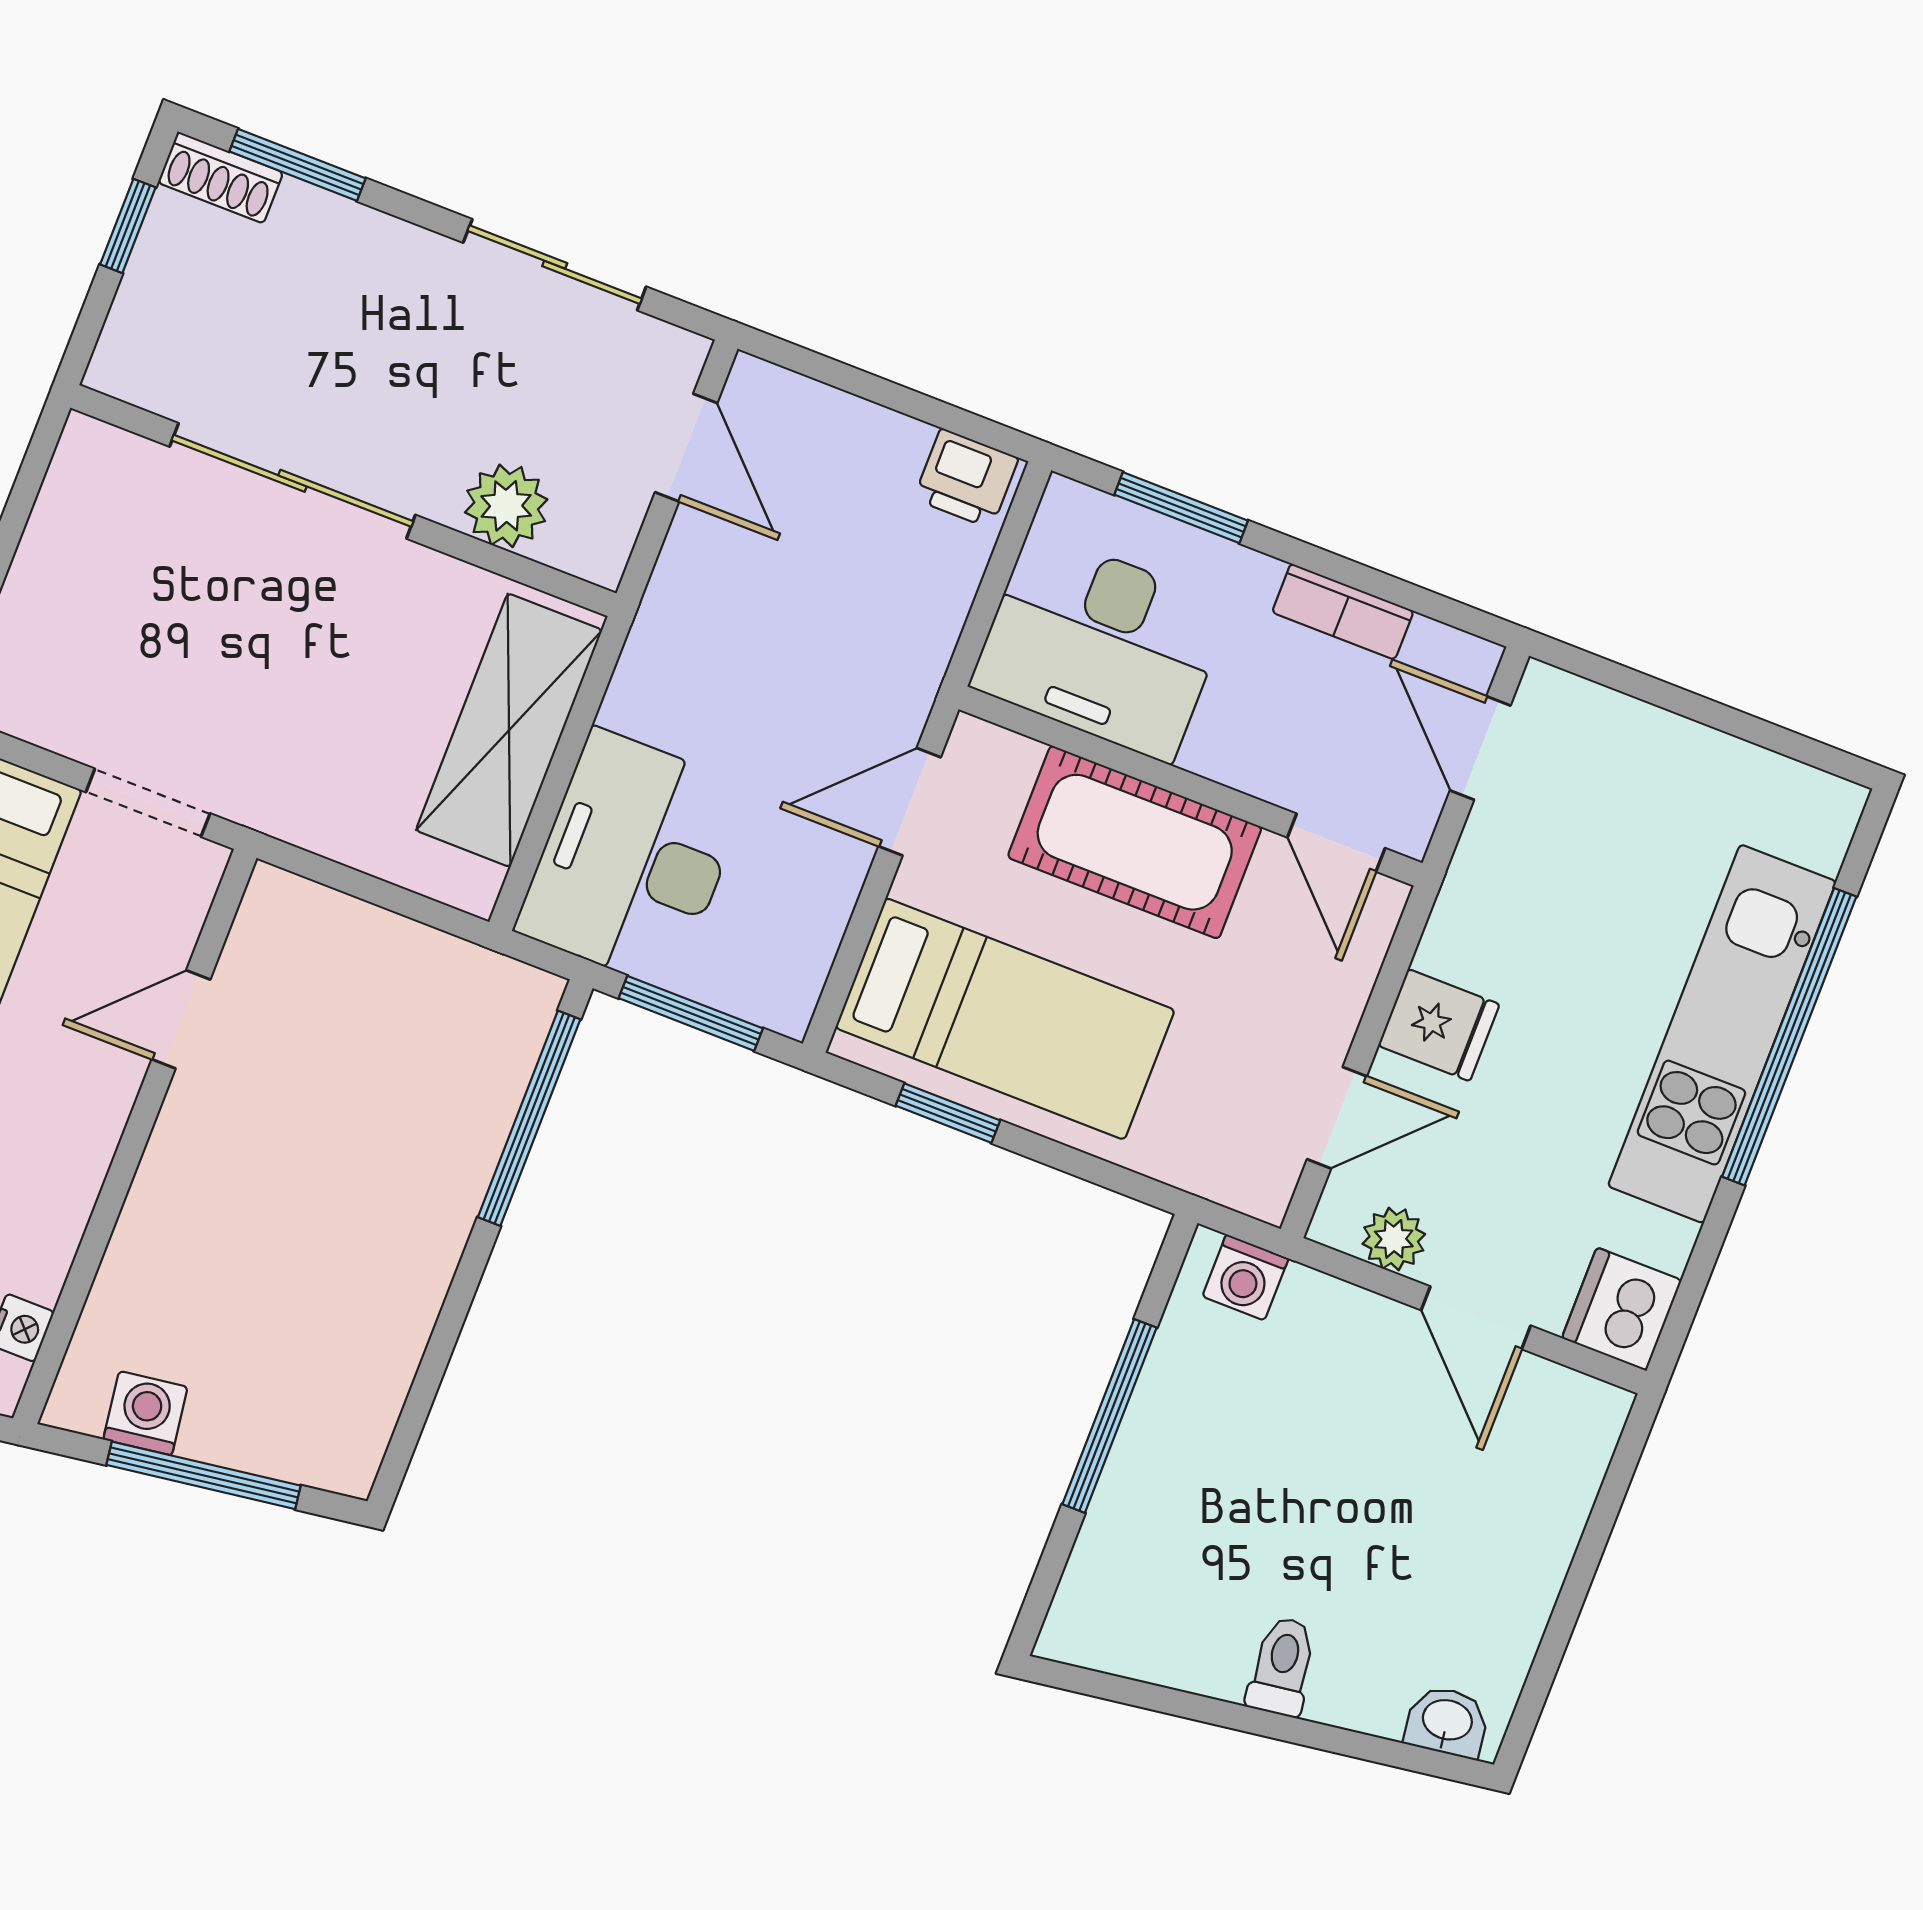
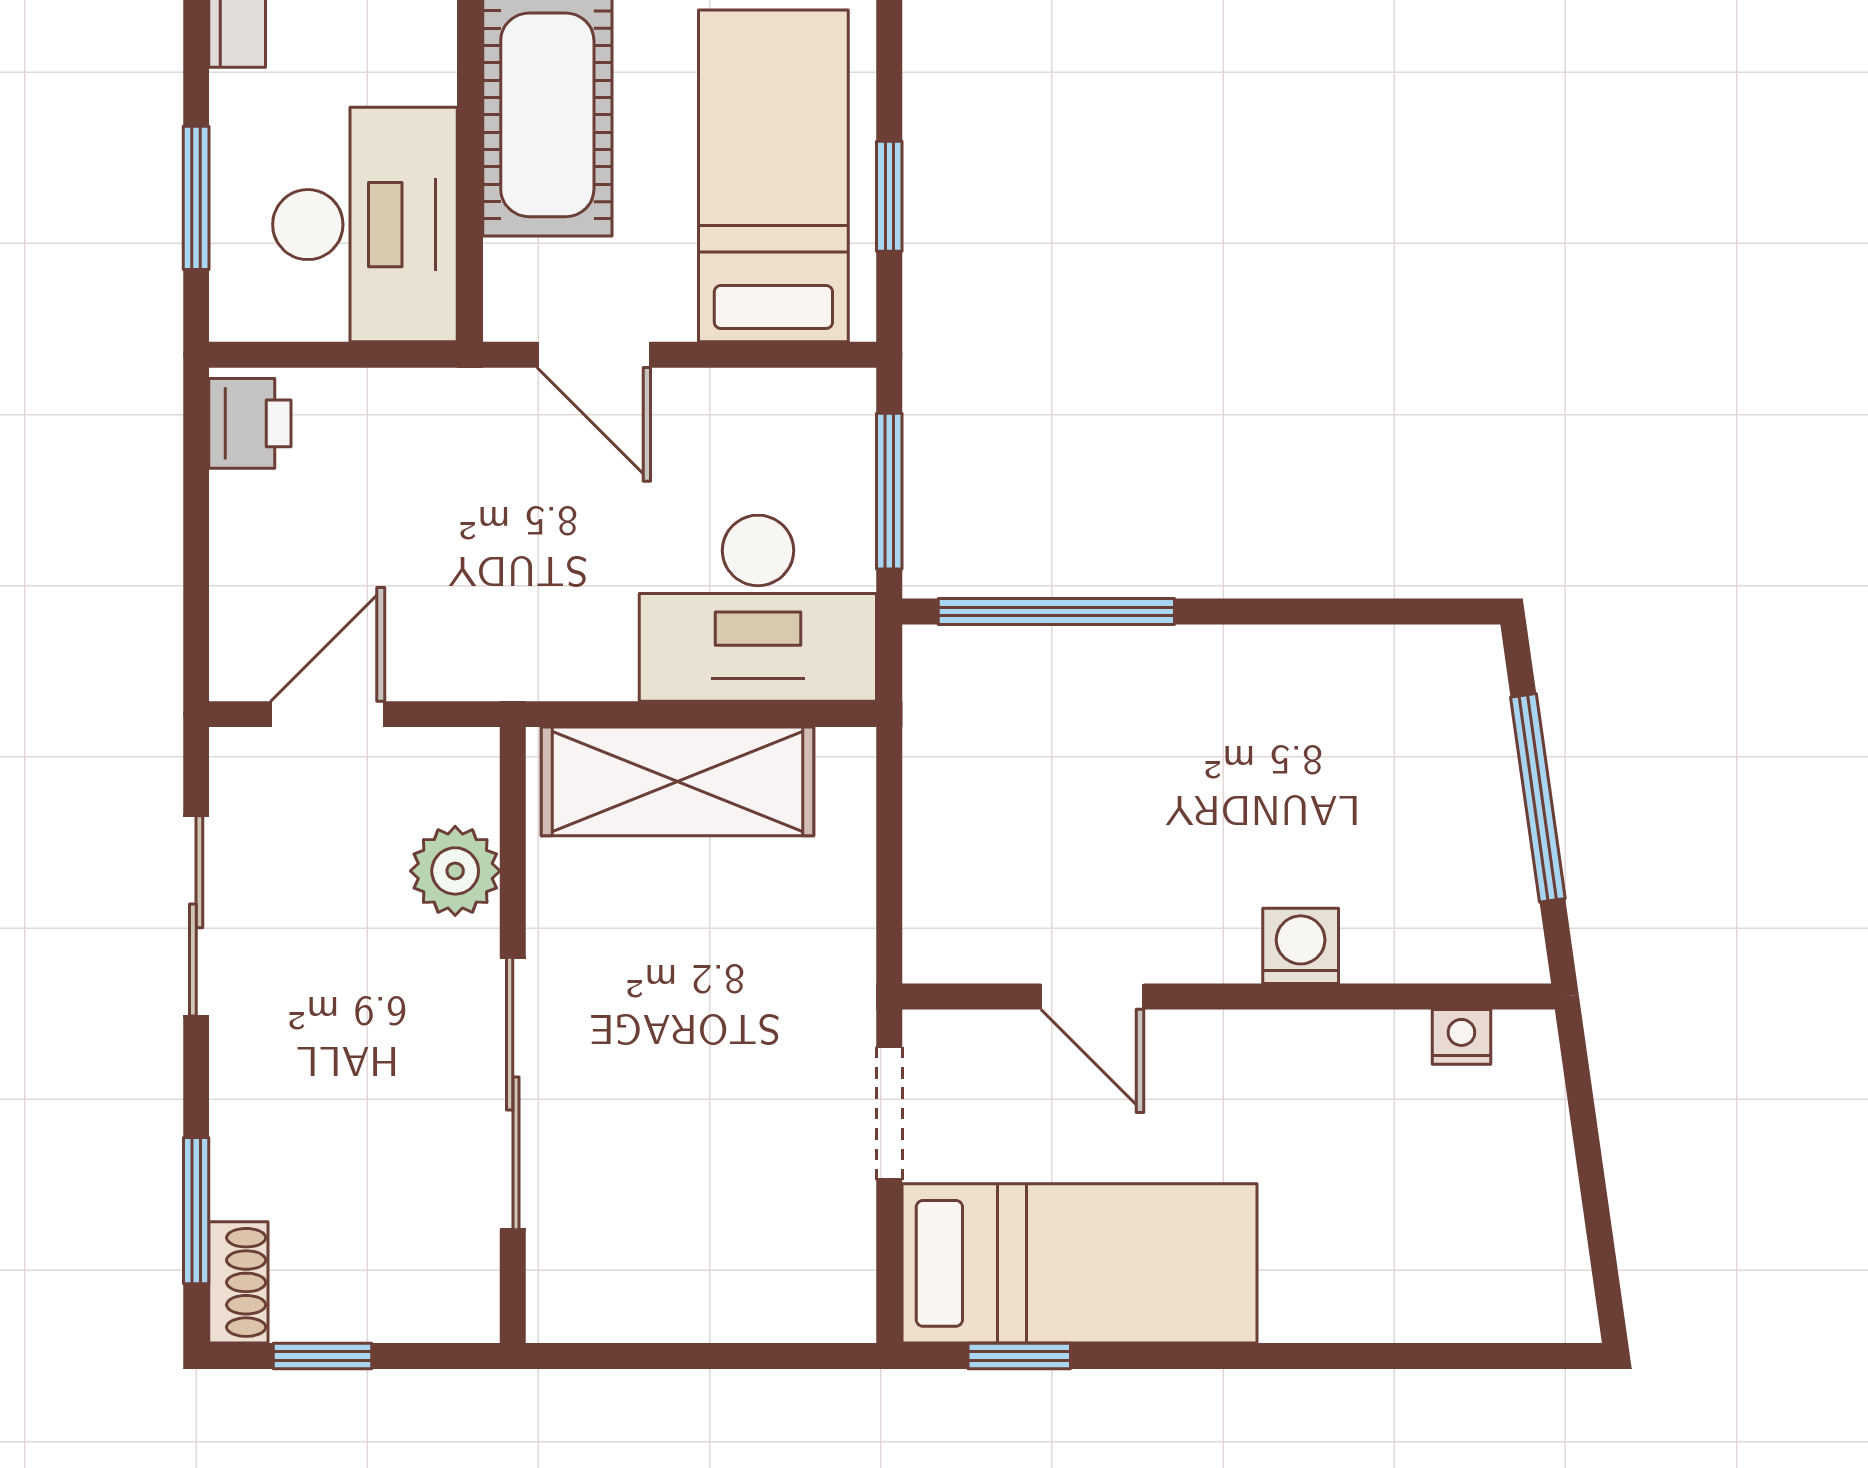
washing machine: (145, 1413) -> (1301, 946), moved, turned 98

